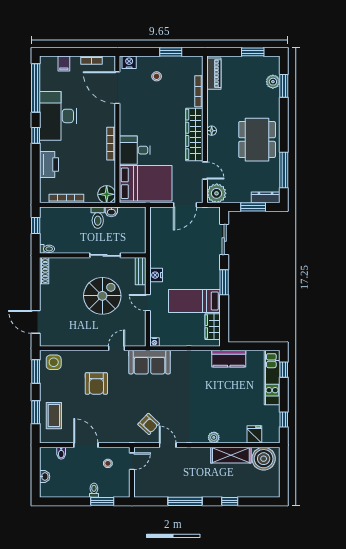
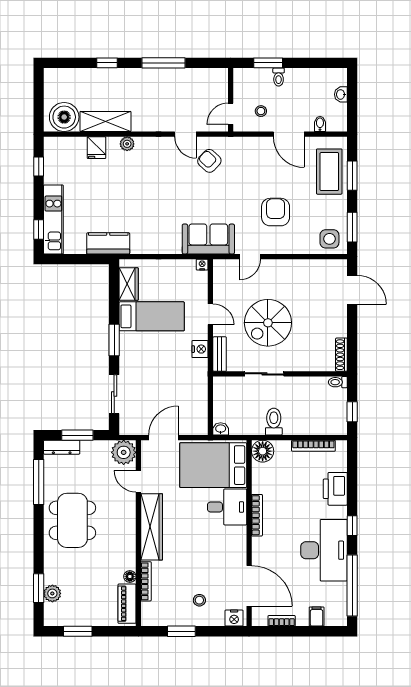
floor lamp: (212, 131) -> (130, 576), moved
washbasin: (111, 212) -> (221, 429), moved
coffee table: (54, 416) -> (329, 172), width x1.36, depth x1.32
fridge: (254, 434) -> (96, 148), moved

